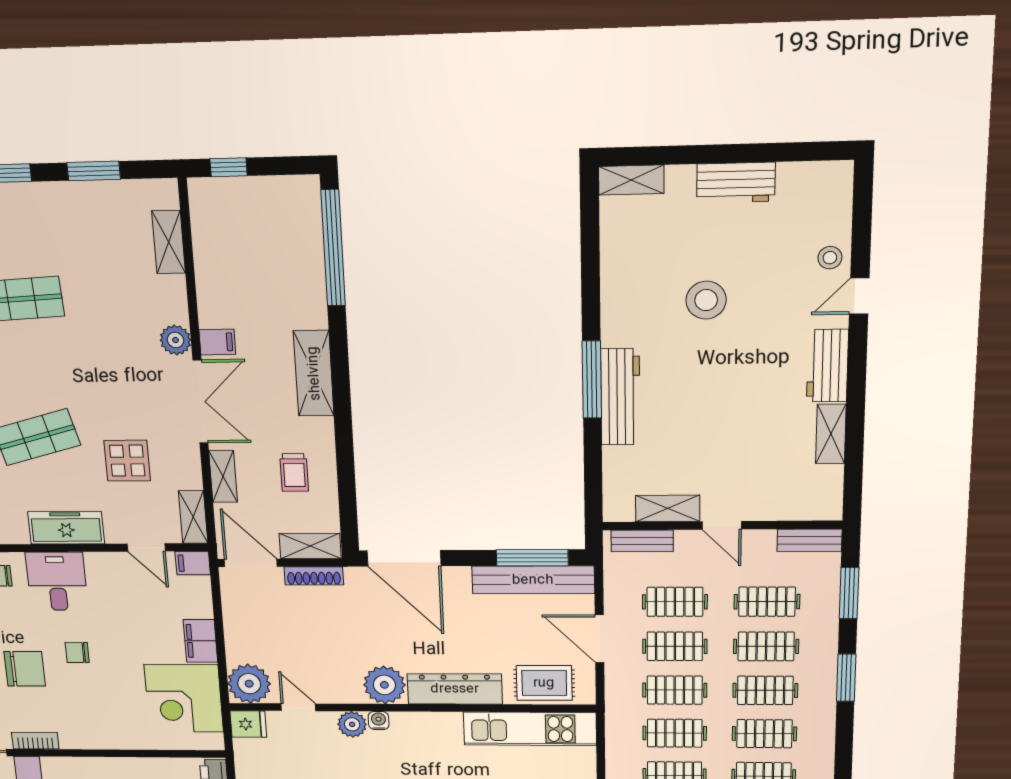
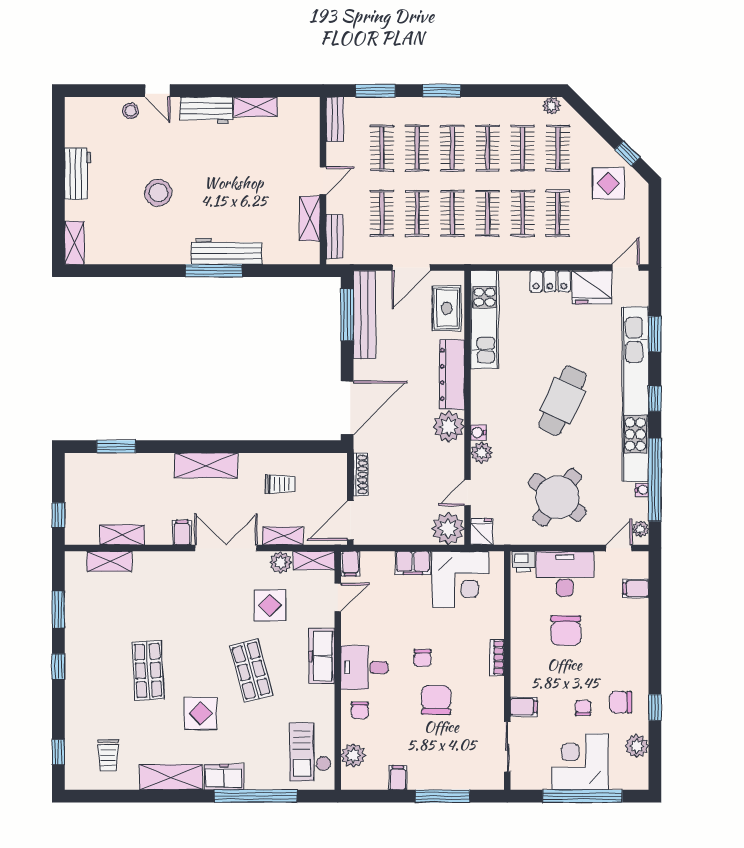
window: (333, 248) -> (116, 447), width x0.47
plant: (175, 340) -> (281, 562), moved
shelving: (310, 546) -> (122, 535), moved, turned 90
bookcase: (35, 741) -> (497, 657), moved

